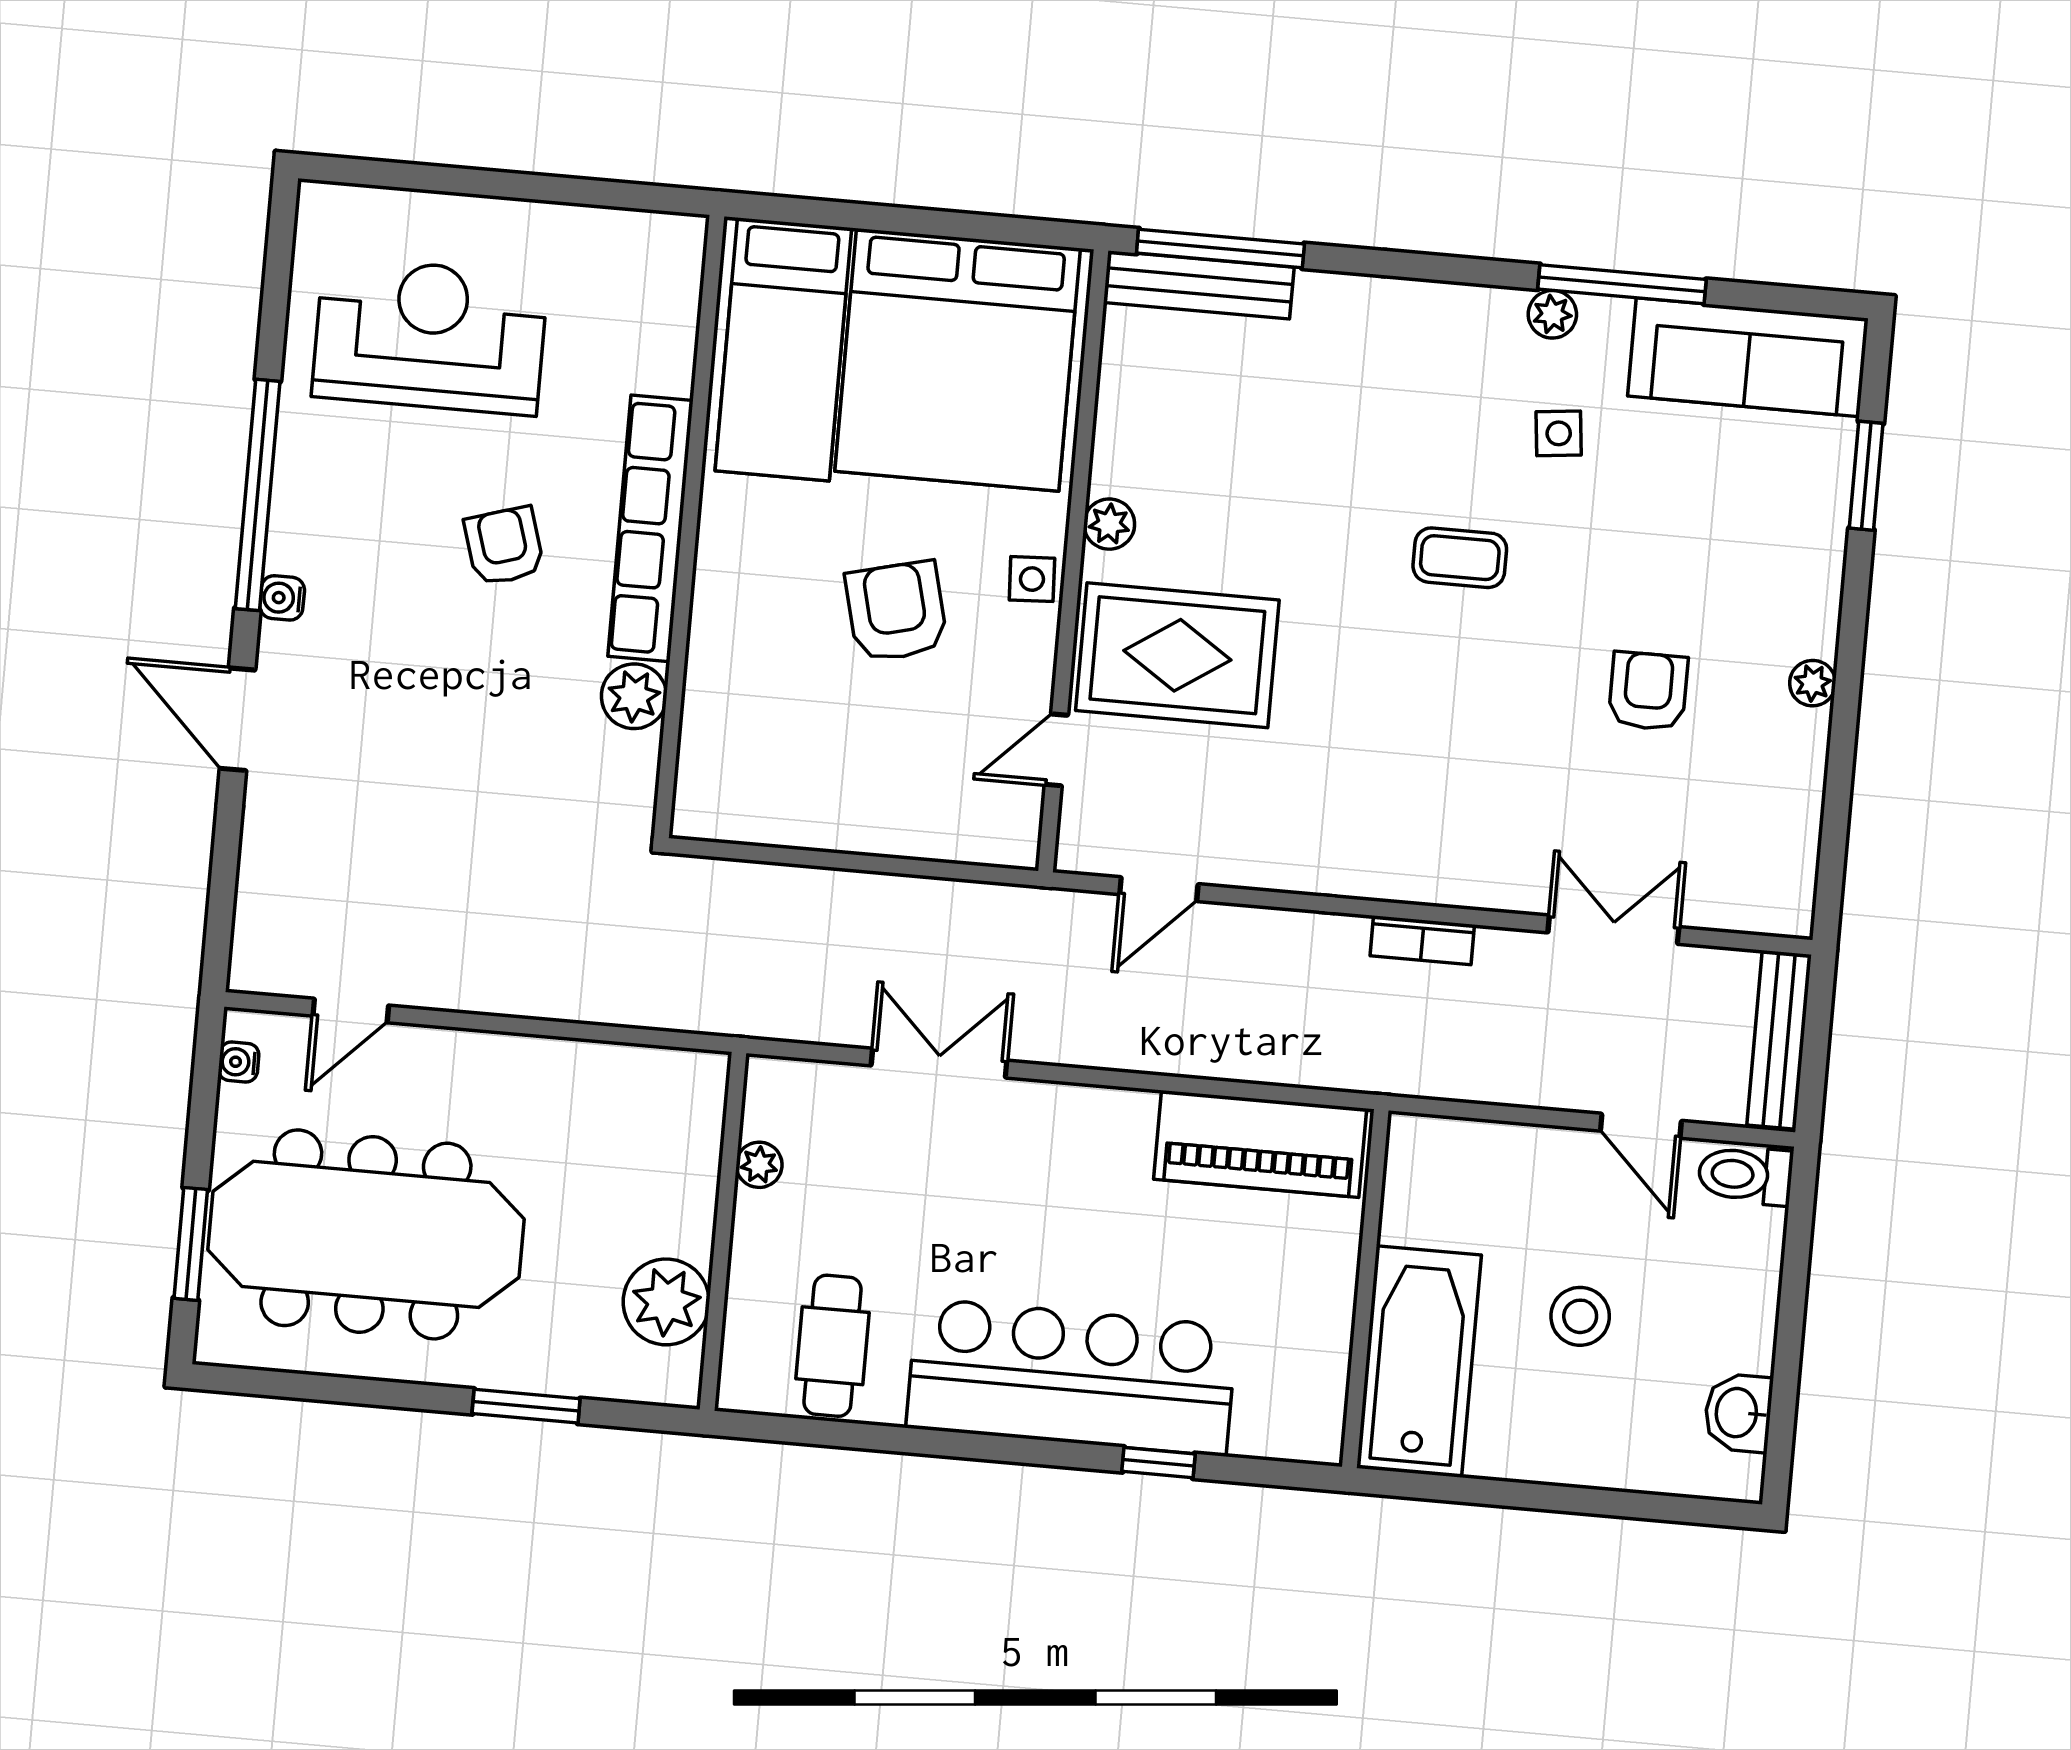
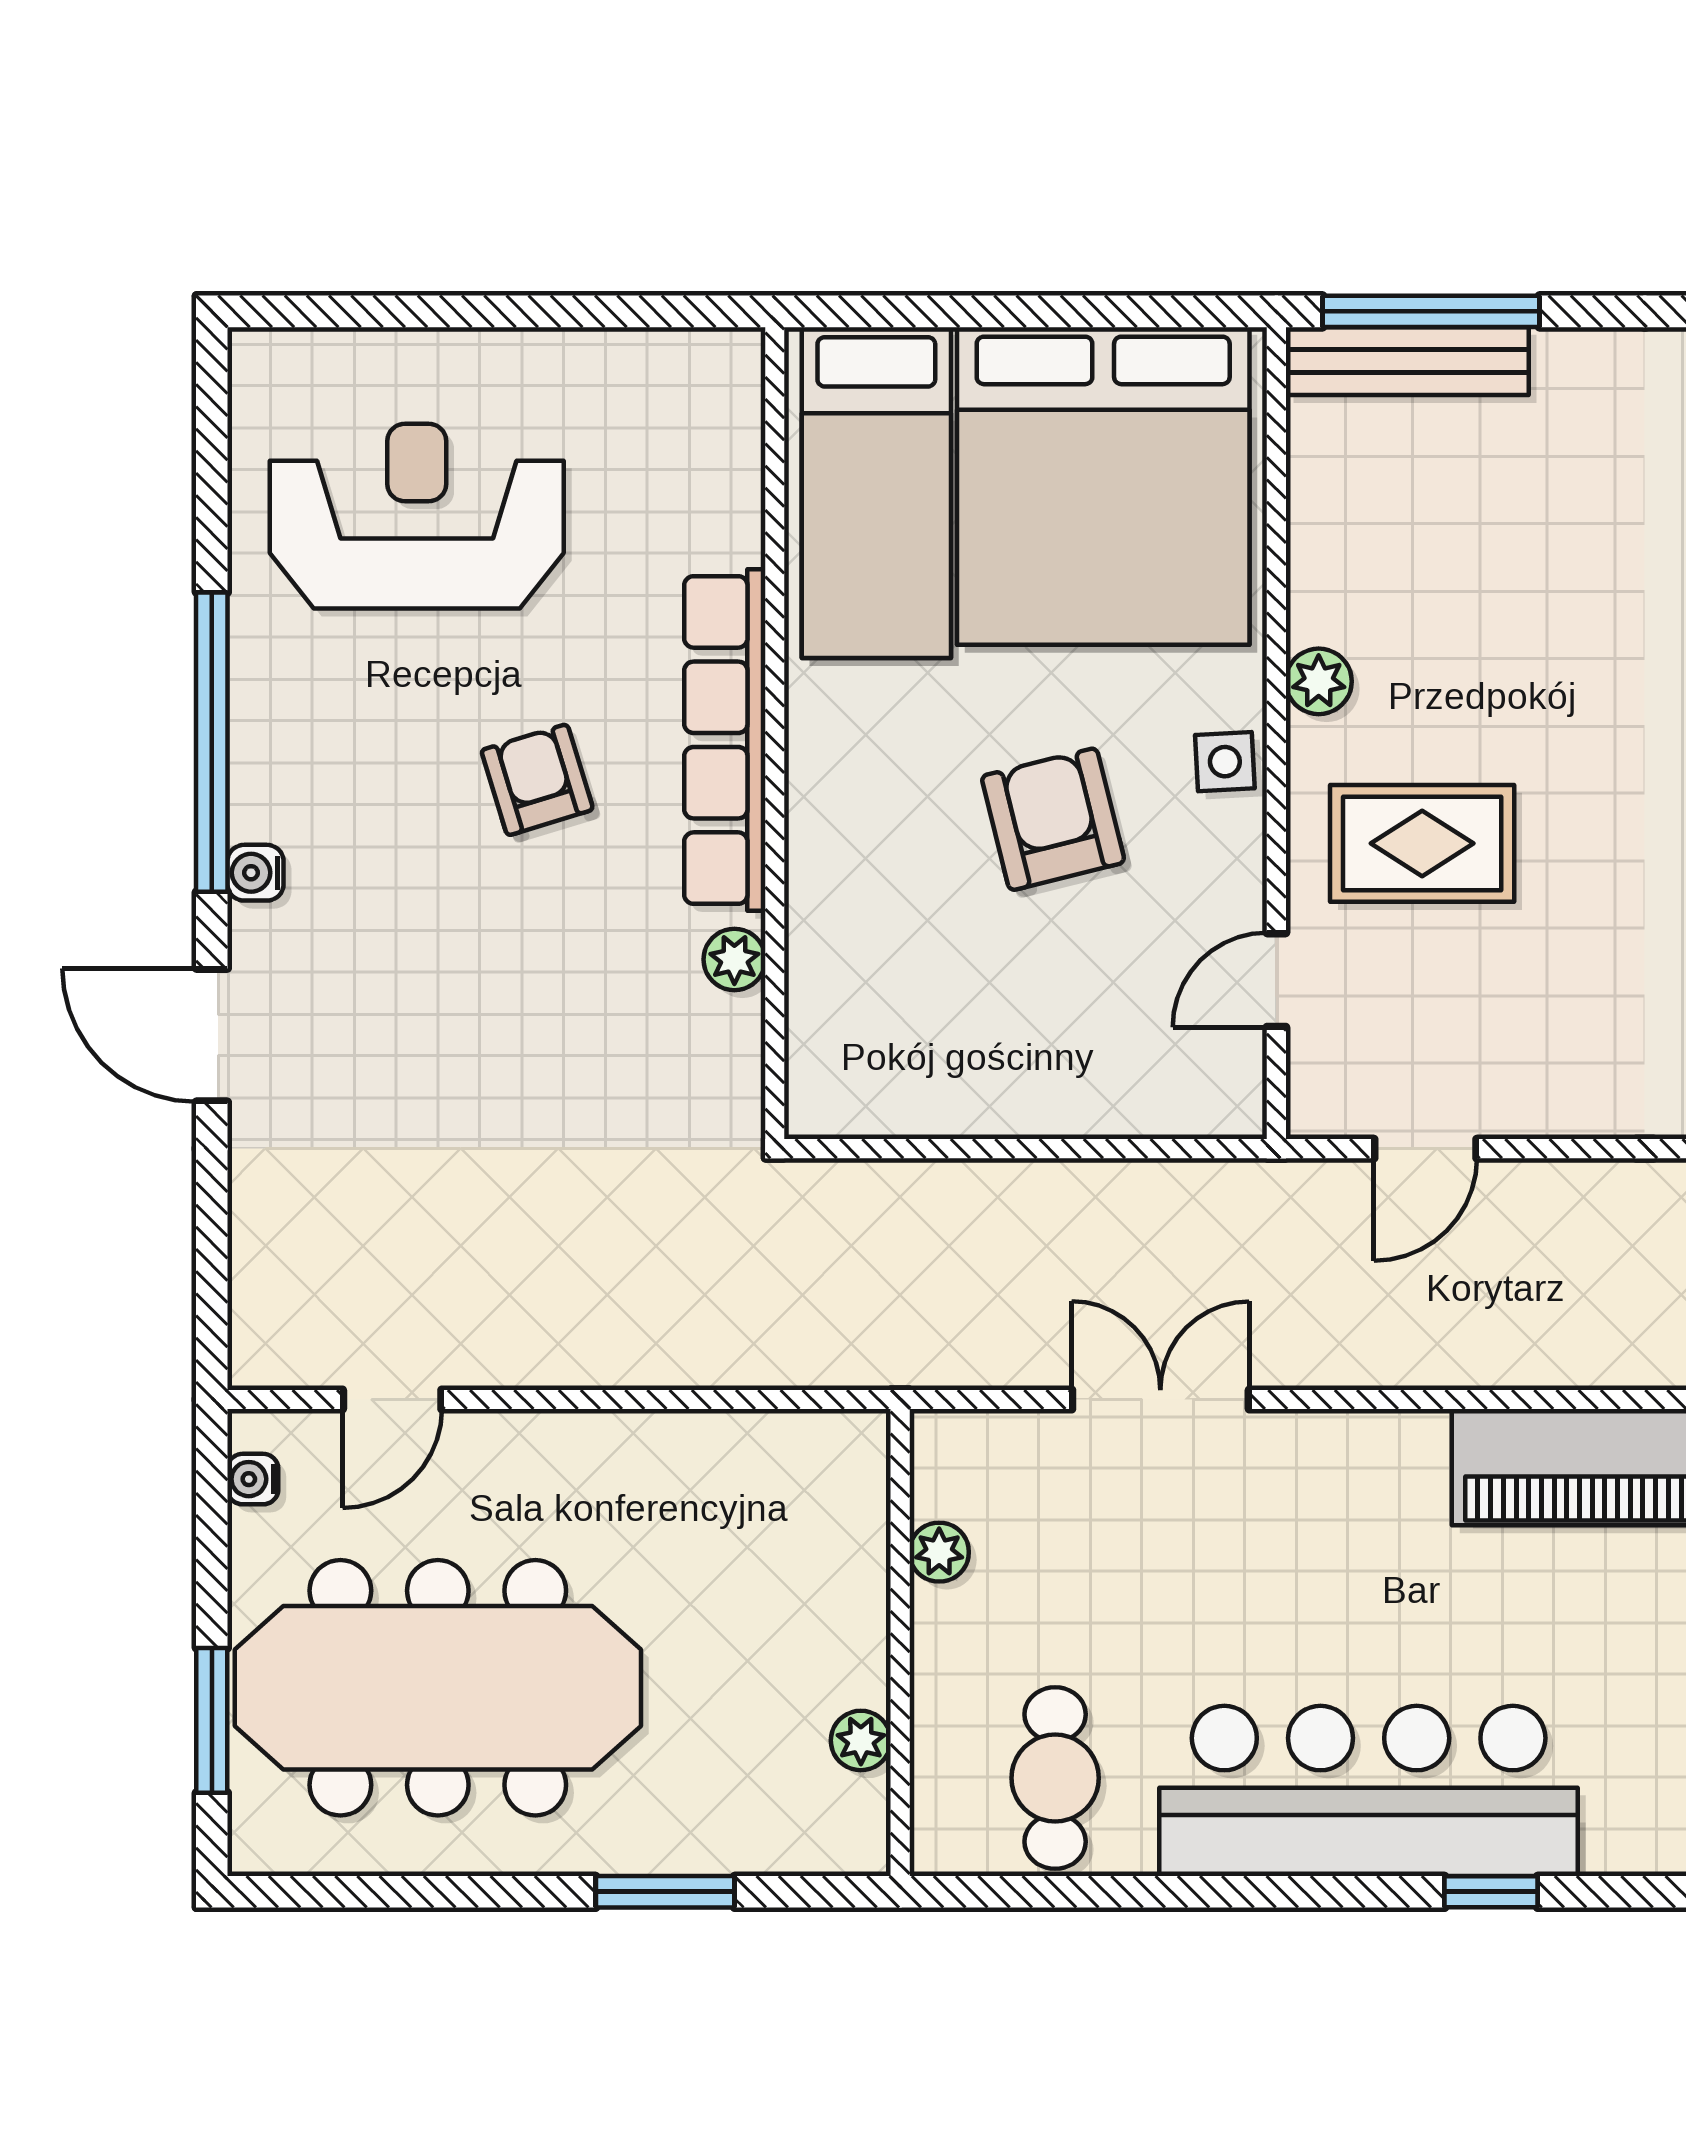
rug: (1177, 655) -> (1422, 843), width x0.73, depth x0.70
plant: (634, 696) -> (734, 959), width x0.73, depth x0.73
plant: (666, 1302) -> (861, 1740), width x0.53, depth x0.53

